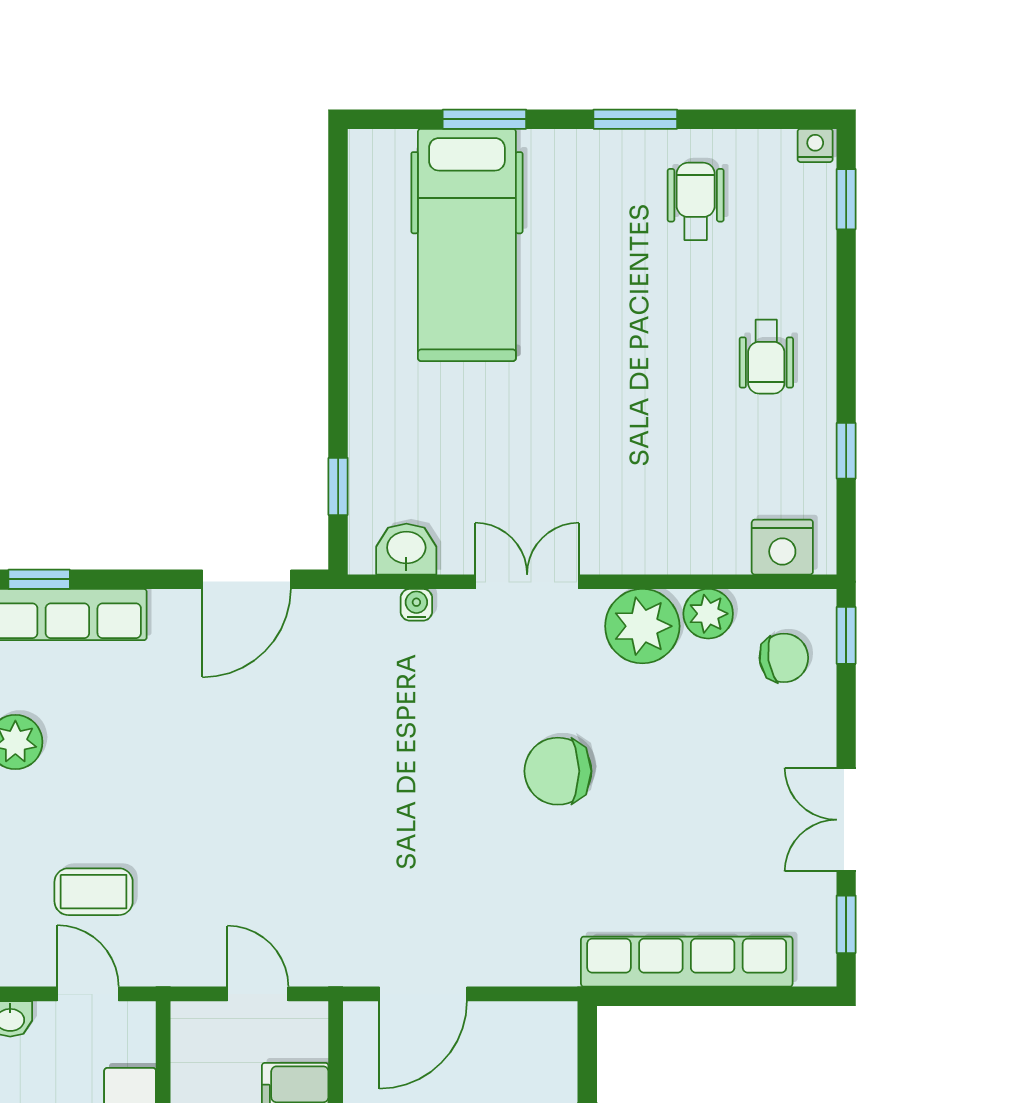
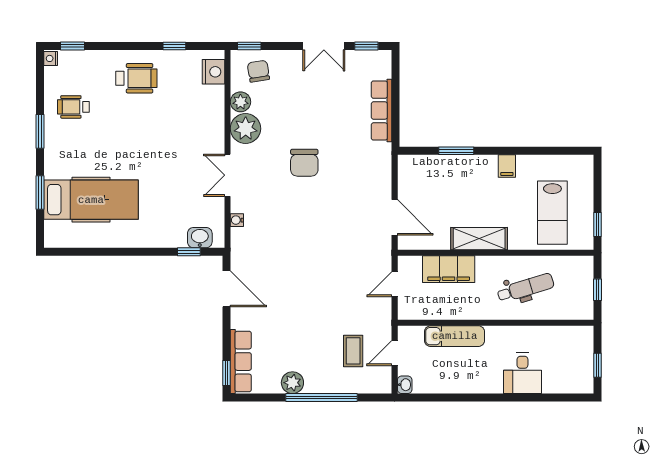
wheelchair: (766, 357) -> (136, 78), width x1.36, depth x1.37
washbasin: (406, 549) -> (200, 238), moved, turned 90
row of seats: (687, 962) -> (382, 111), width x0.73

